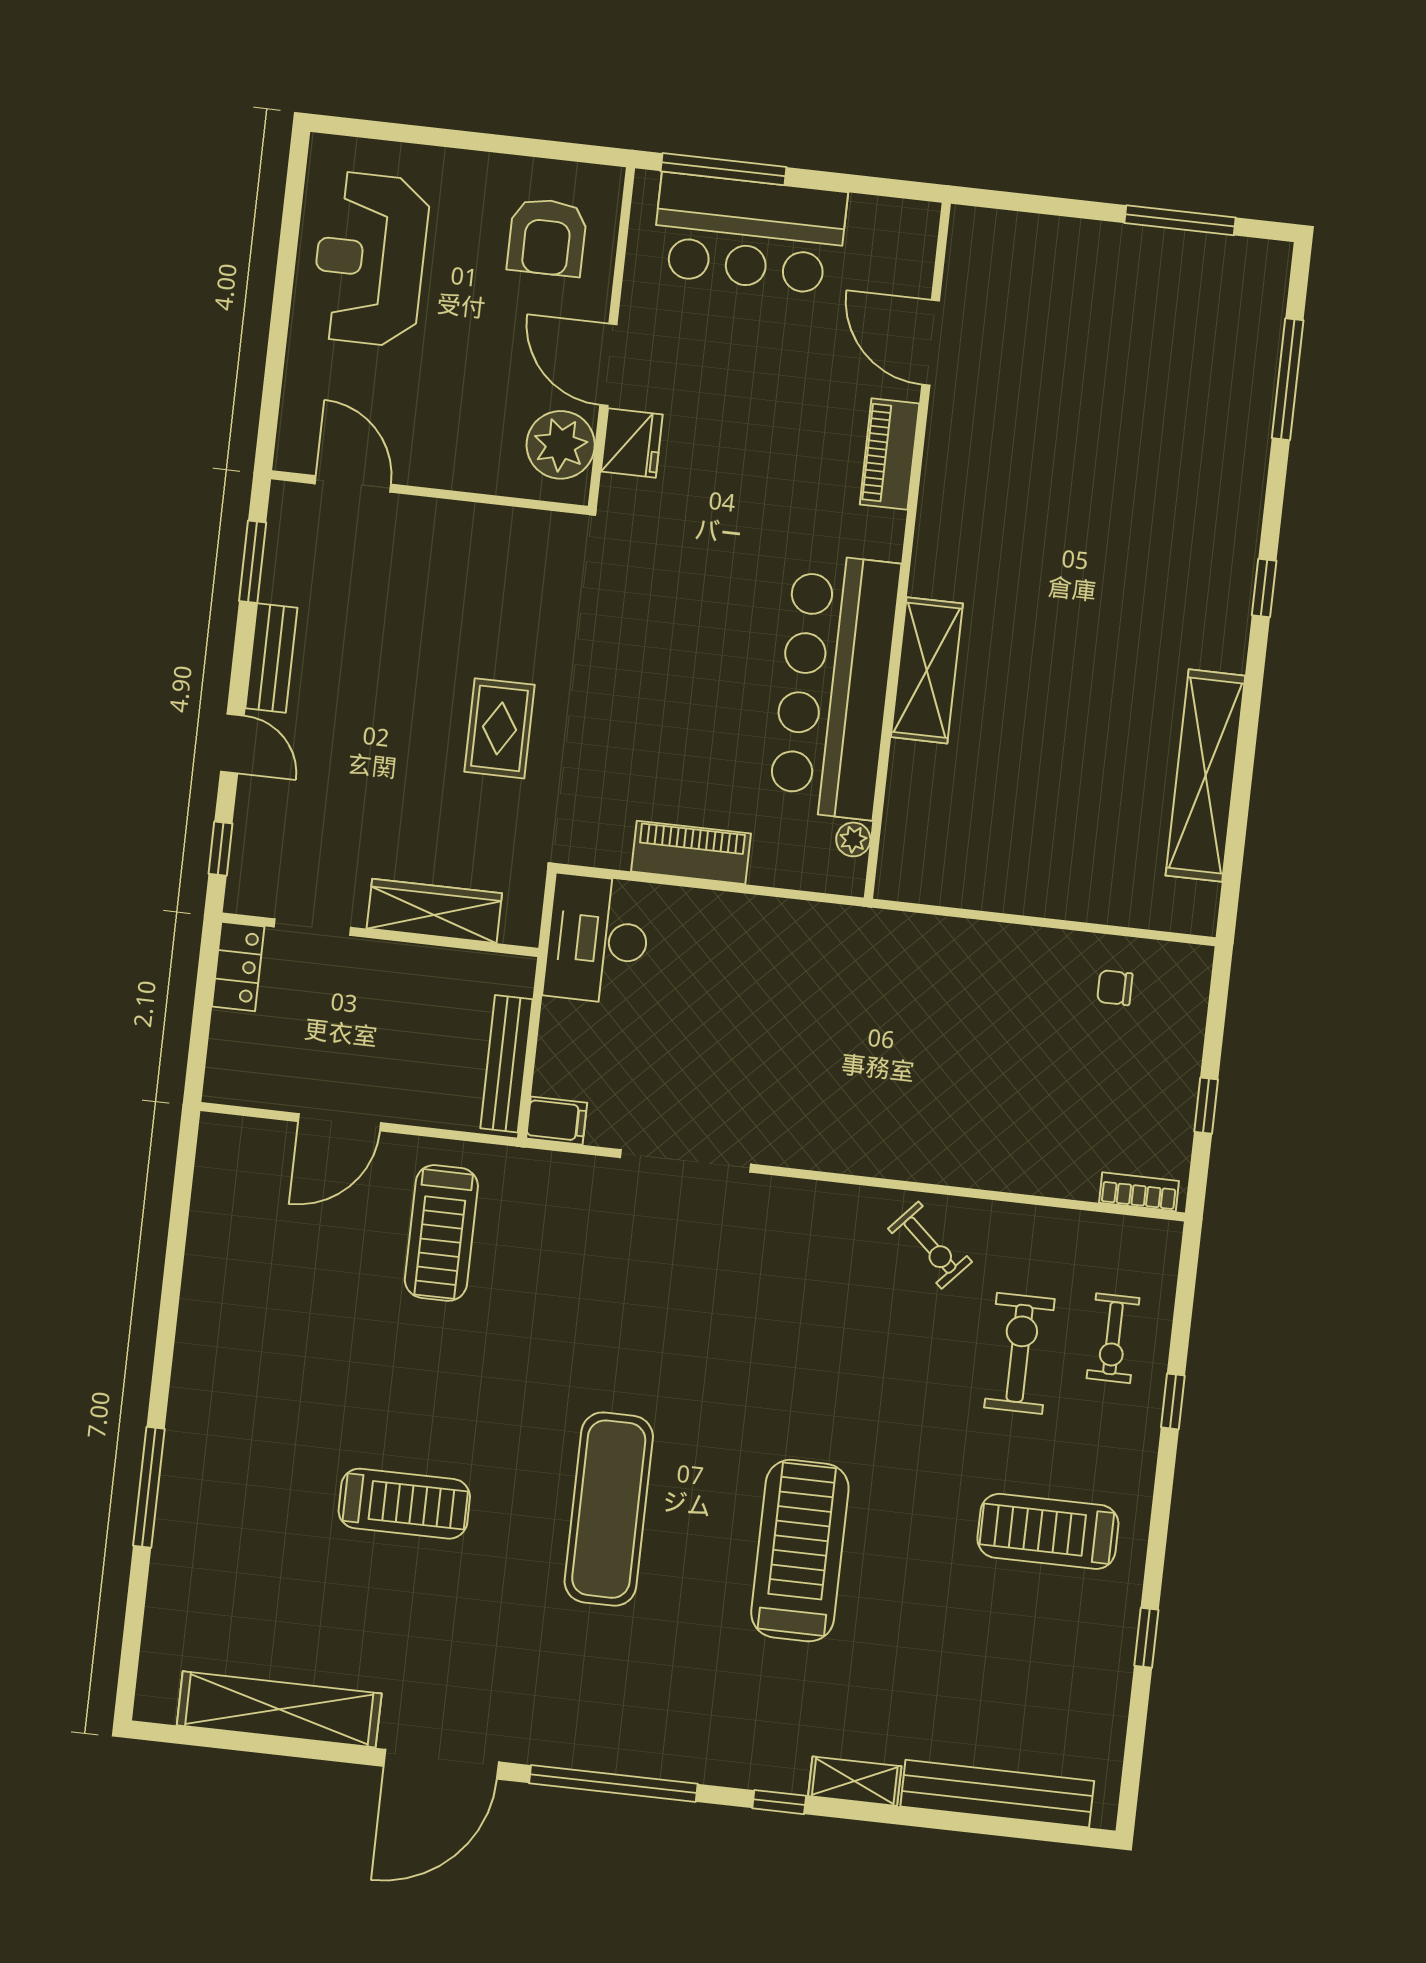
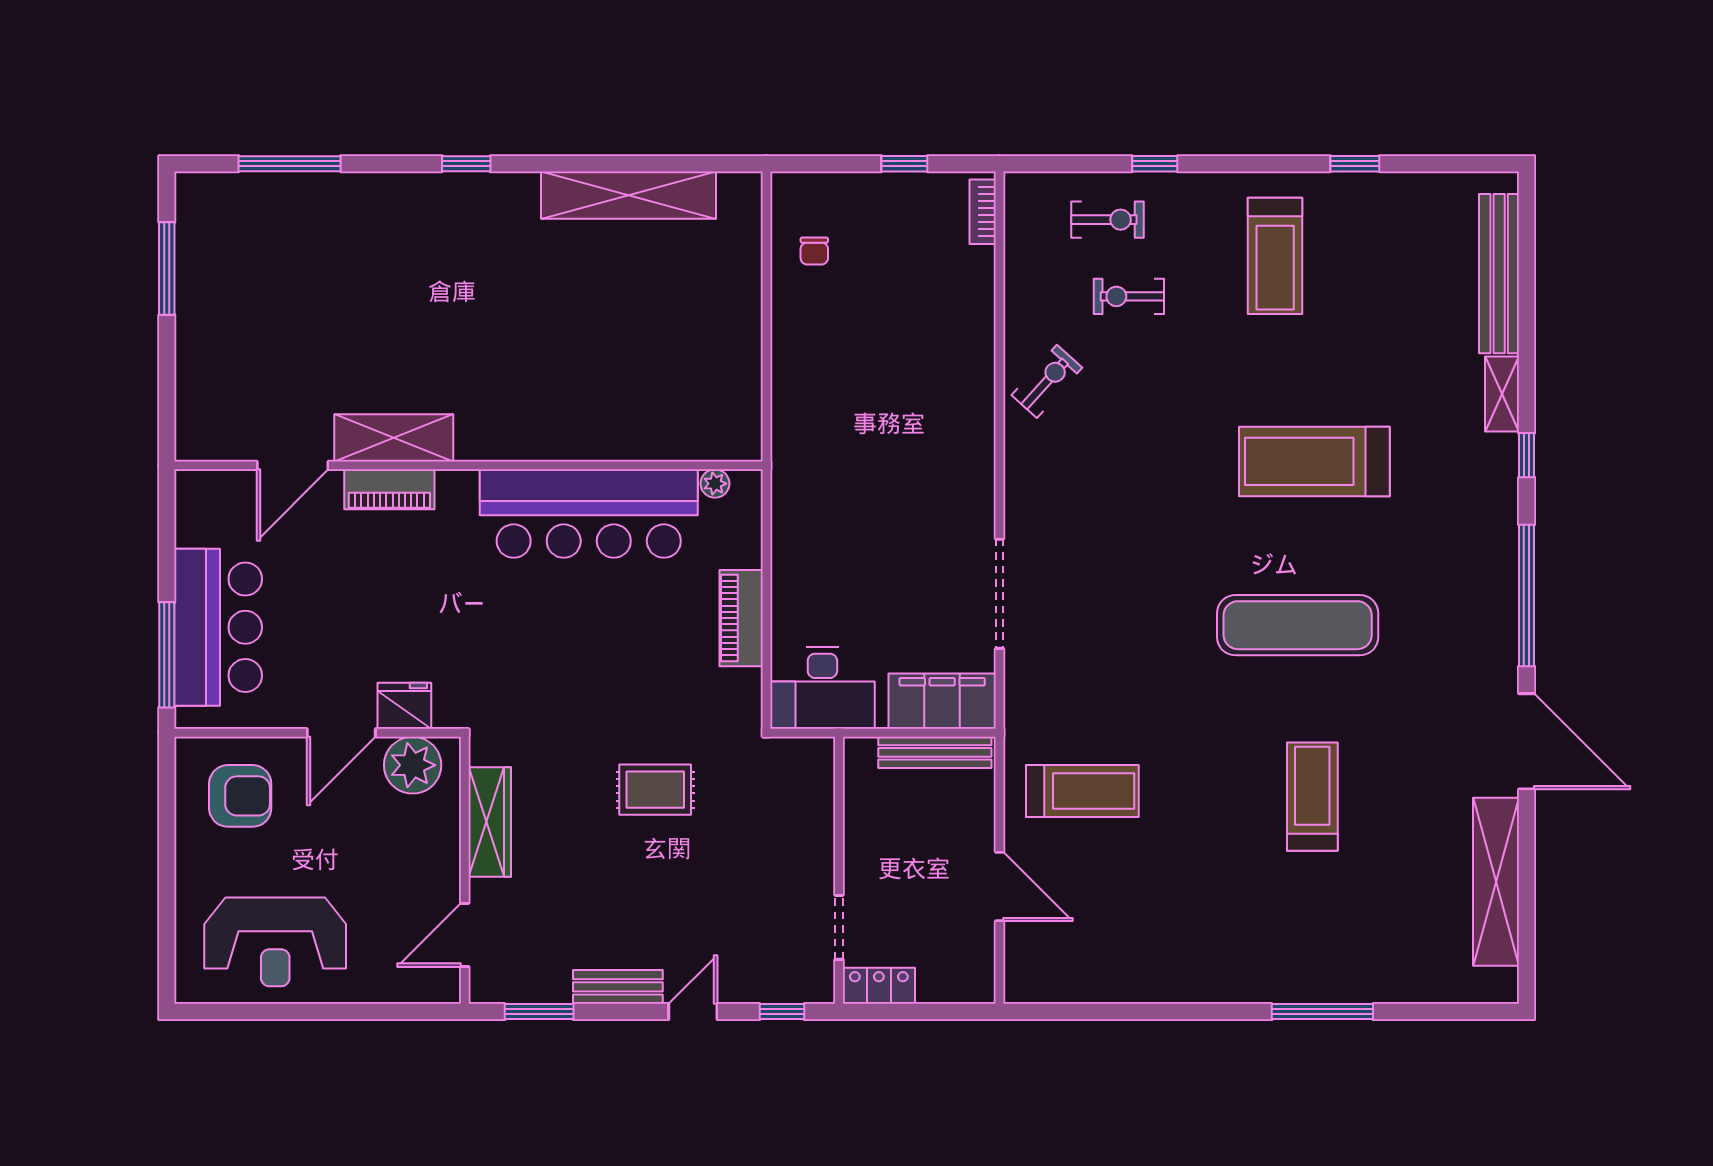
shelving: (927, 670) -> (394, 438), moved
wardrobe: (434, 911) -> (490, 822), moved, turned 180
filing cabinet: (557, 1121) -> (942, 701), width x3.00, depth x1.17
exercise bike: (1019, 1353) -> (1129, 296), width x0.73, depth x0.72

